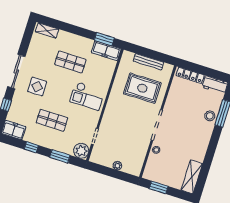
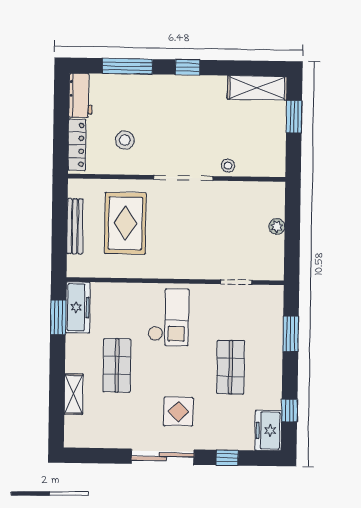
shelving: (47, 30) -> (74, 394), moved
stool: (210, 116) -> (125, 140), moved
window: (213, 144) -> (188, 67), added
window: (31, 147) -> (289, 411), moved
plant: (81, 151) -> (270, 299), removed
window: (159, 187) -> (294, 117), moved

